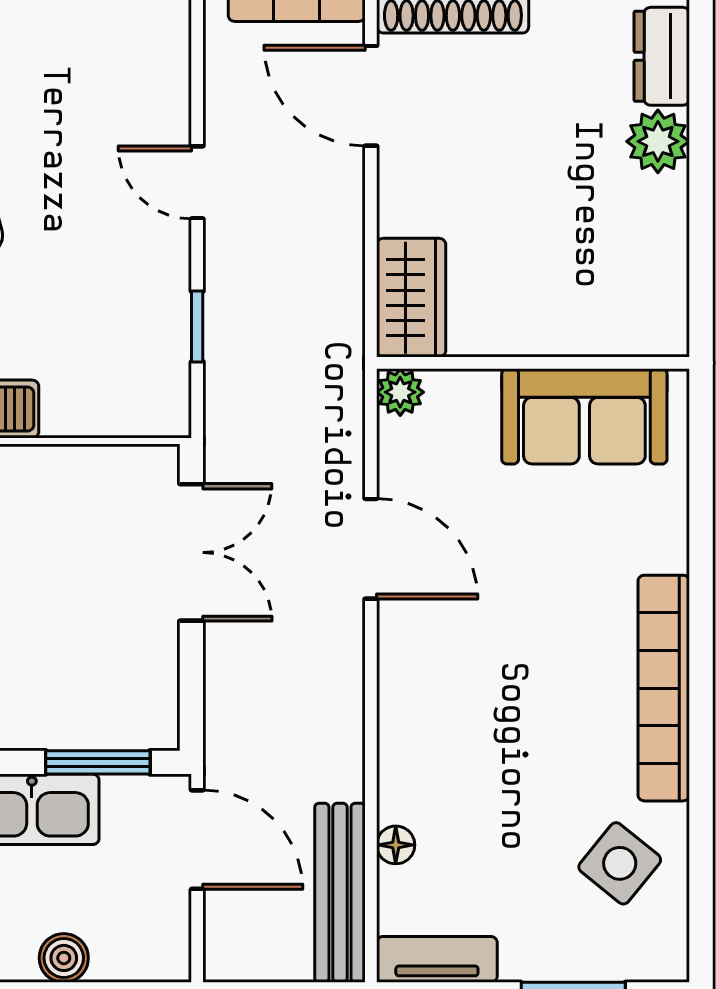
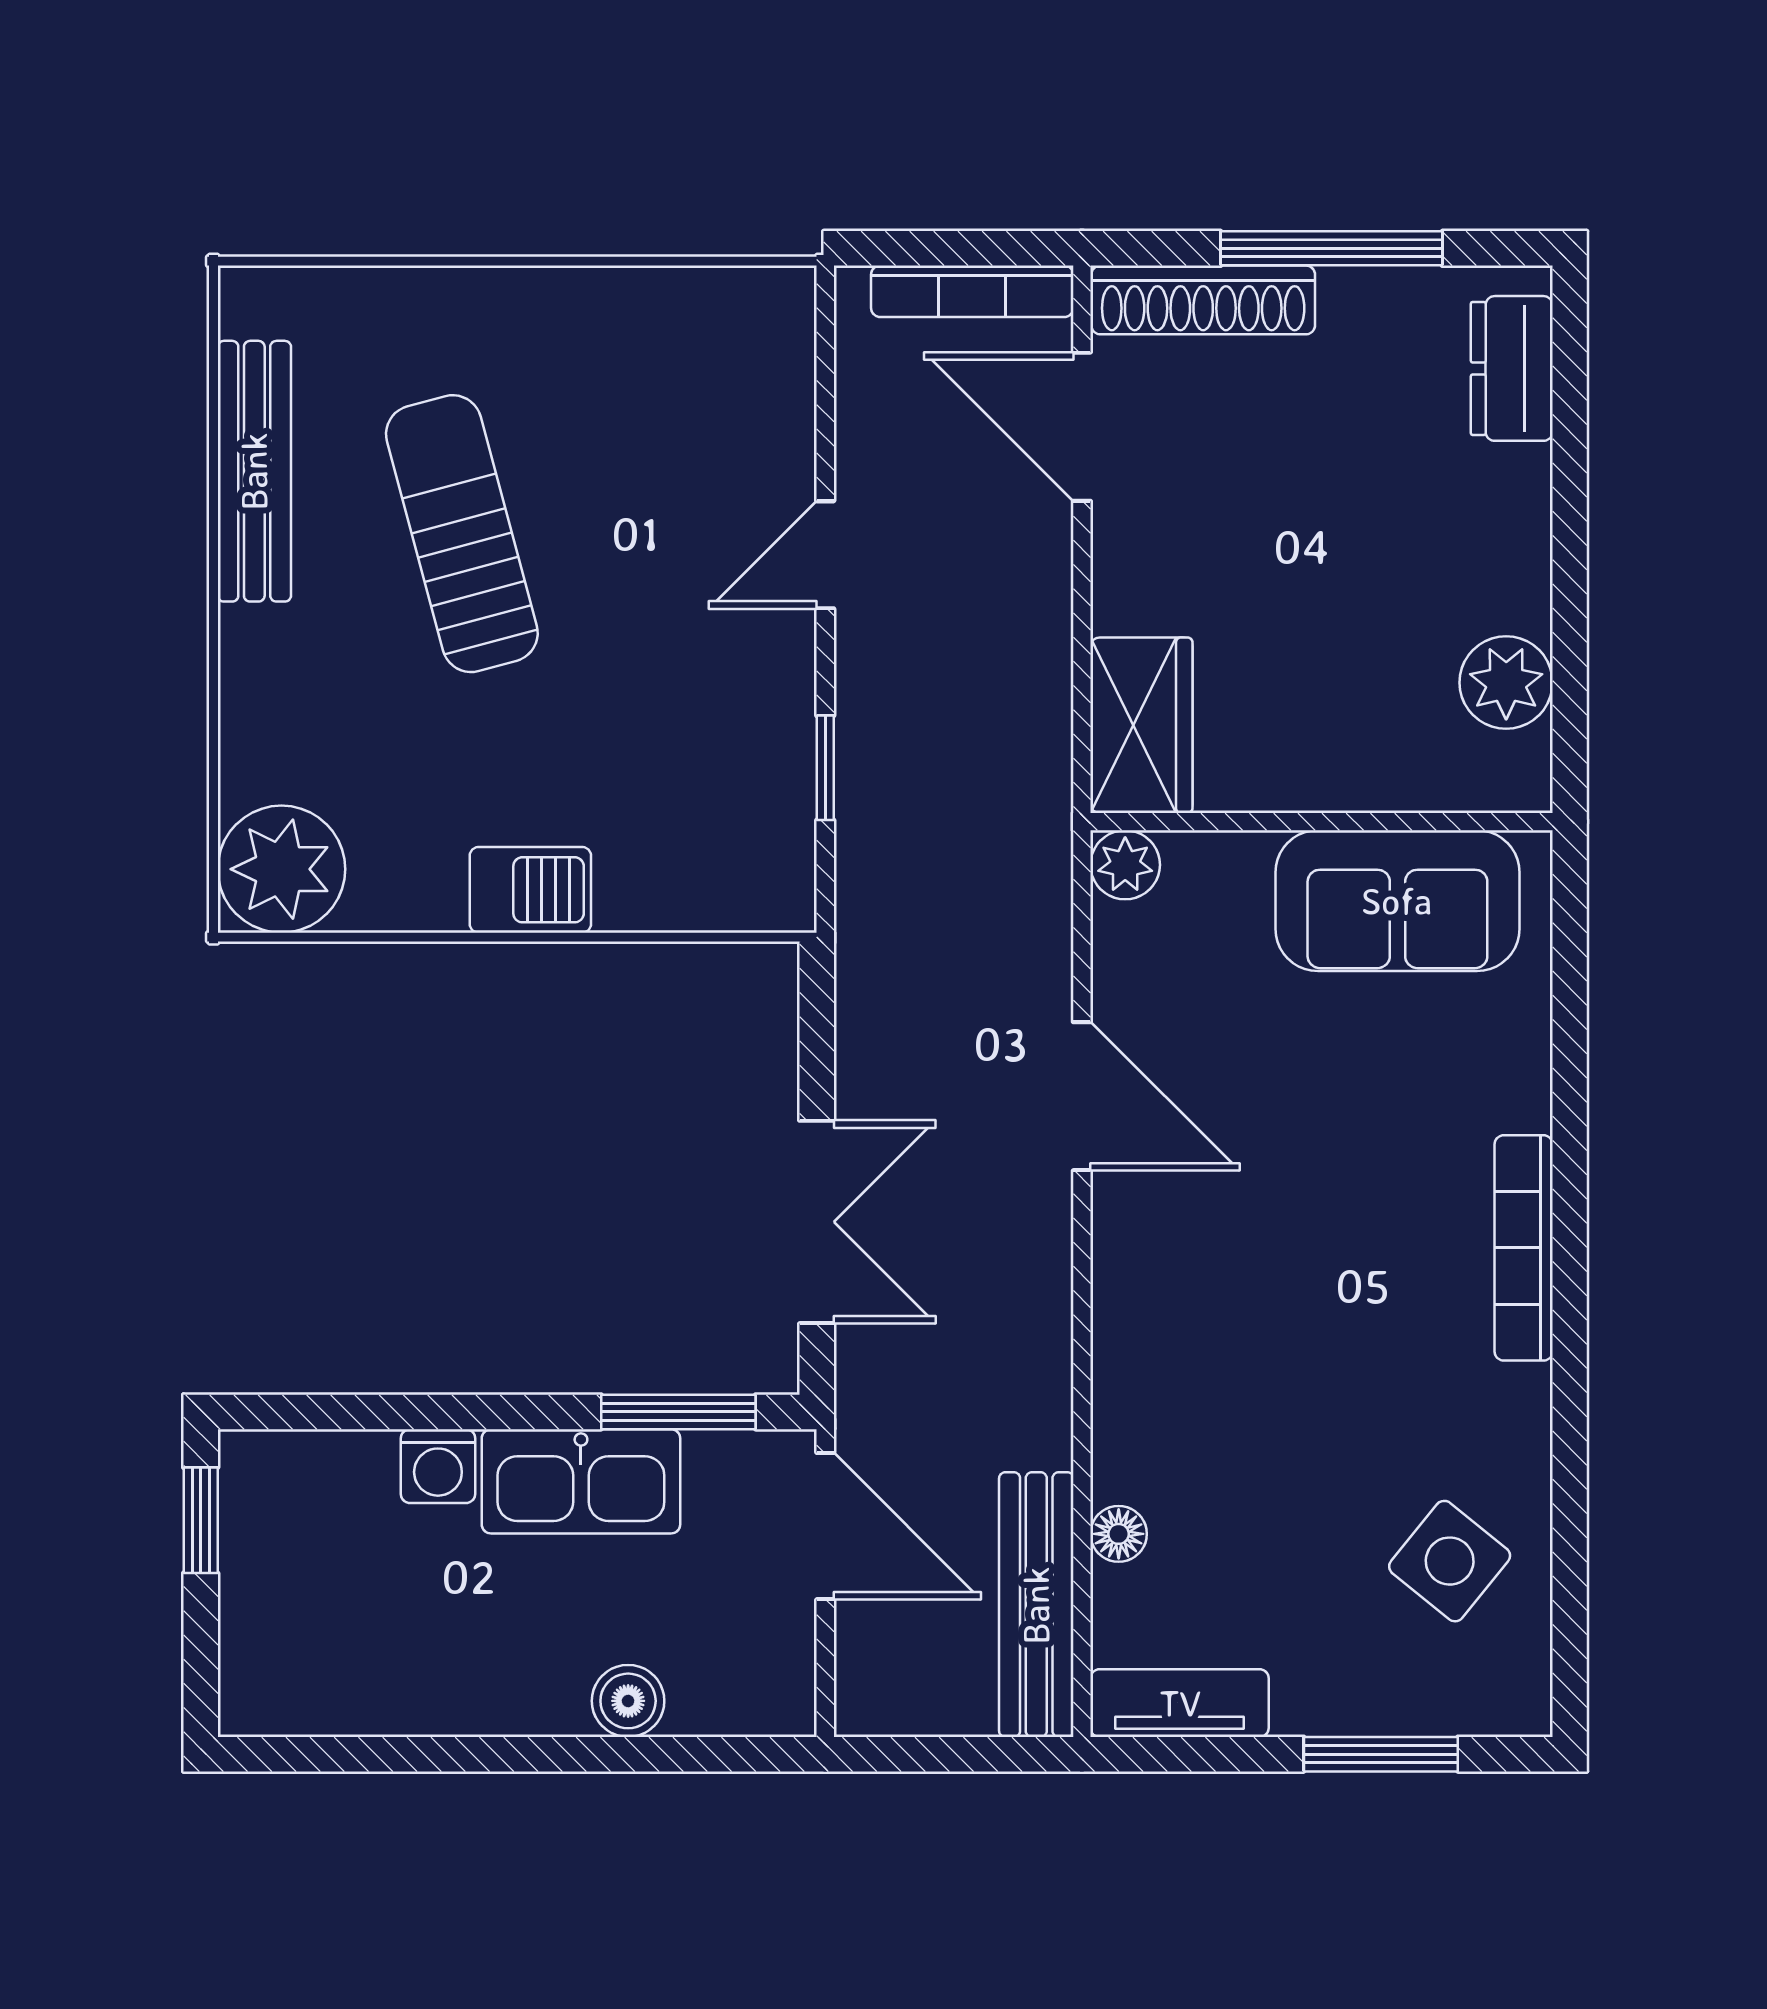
plant: (658, 141) -> (1506, 683), moved
door: (197, 182) -> (825, 555), hinge flipped
double door: (191, 552) -> (817, 1222), moved
bookcase: (664, 688) -> (1524, 1248), width x0.68, depth x0.76

